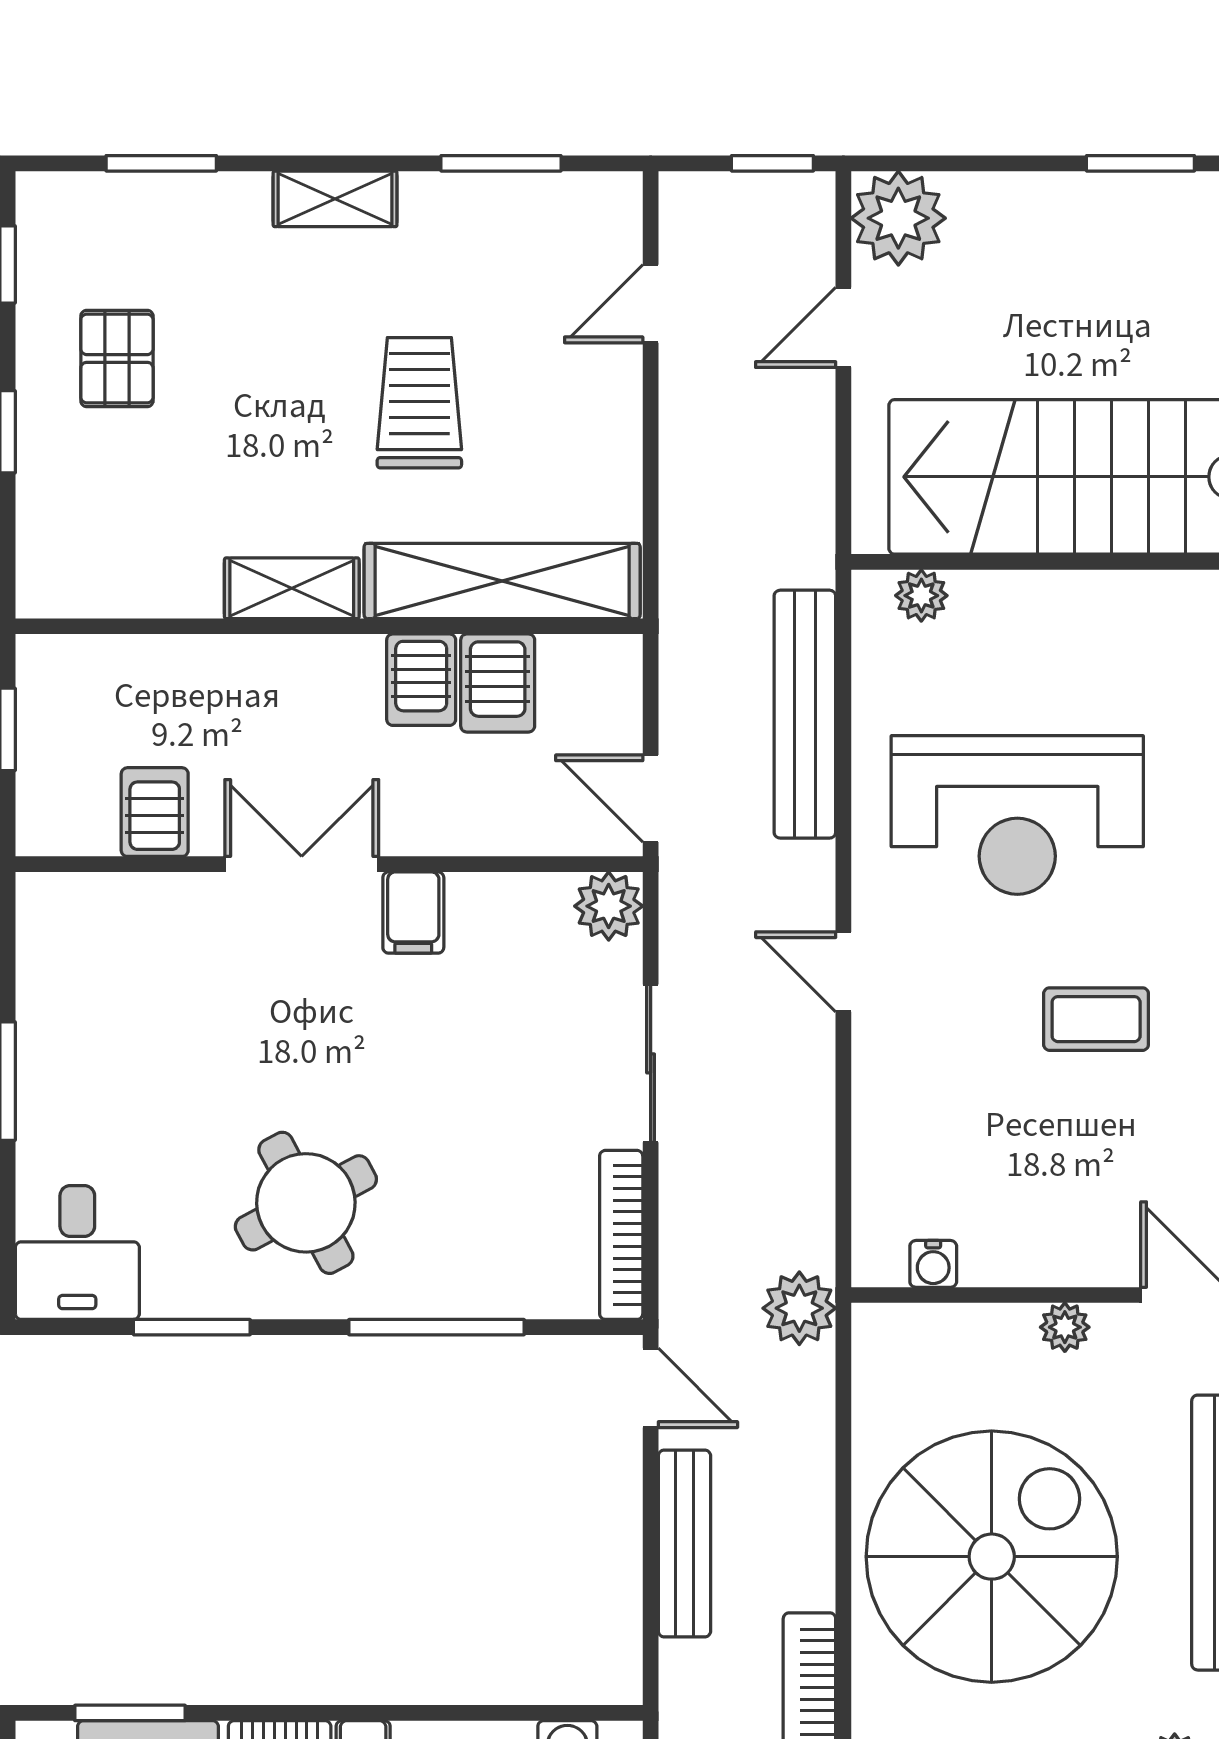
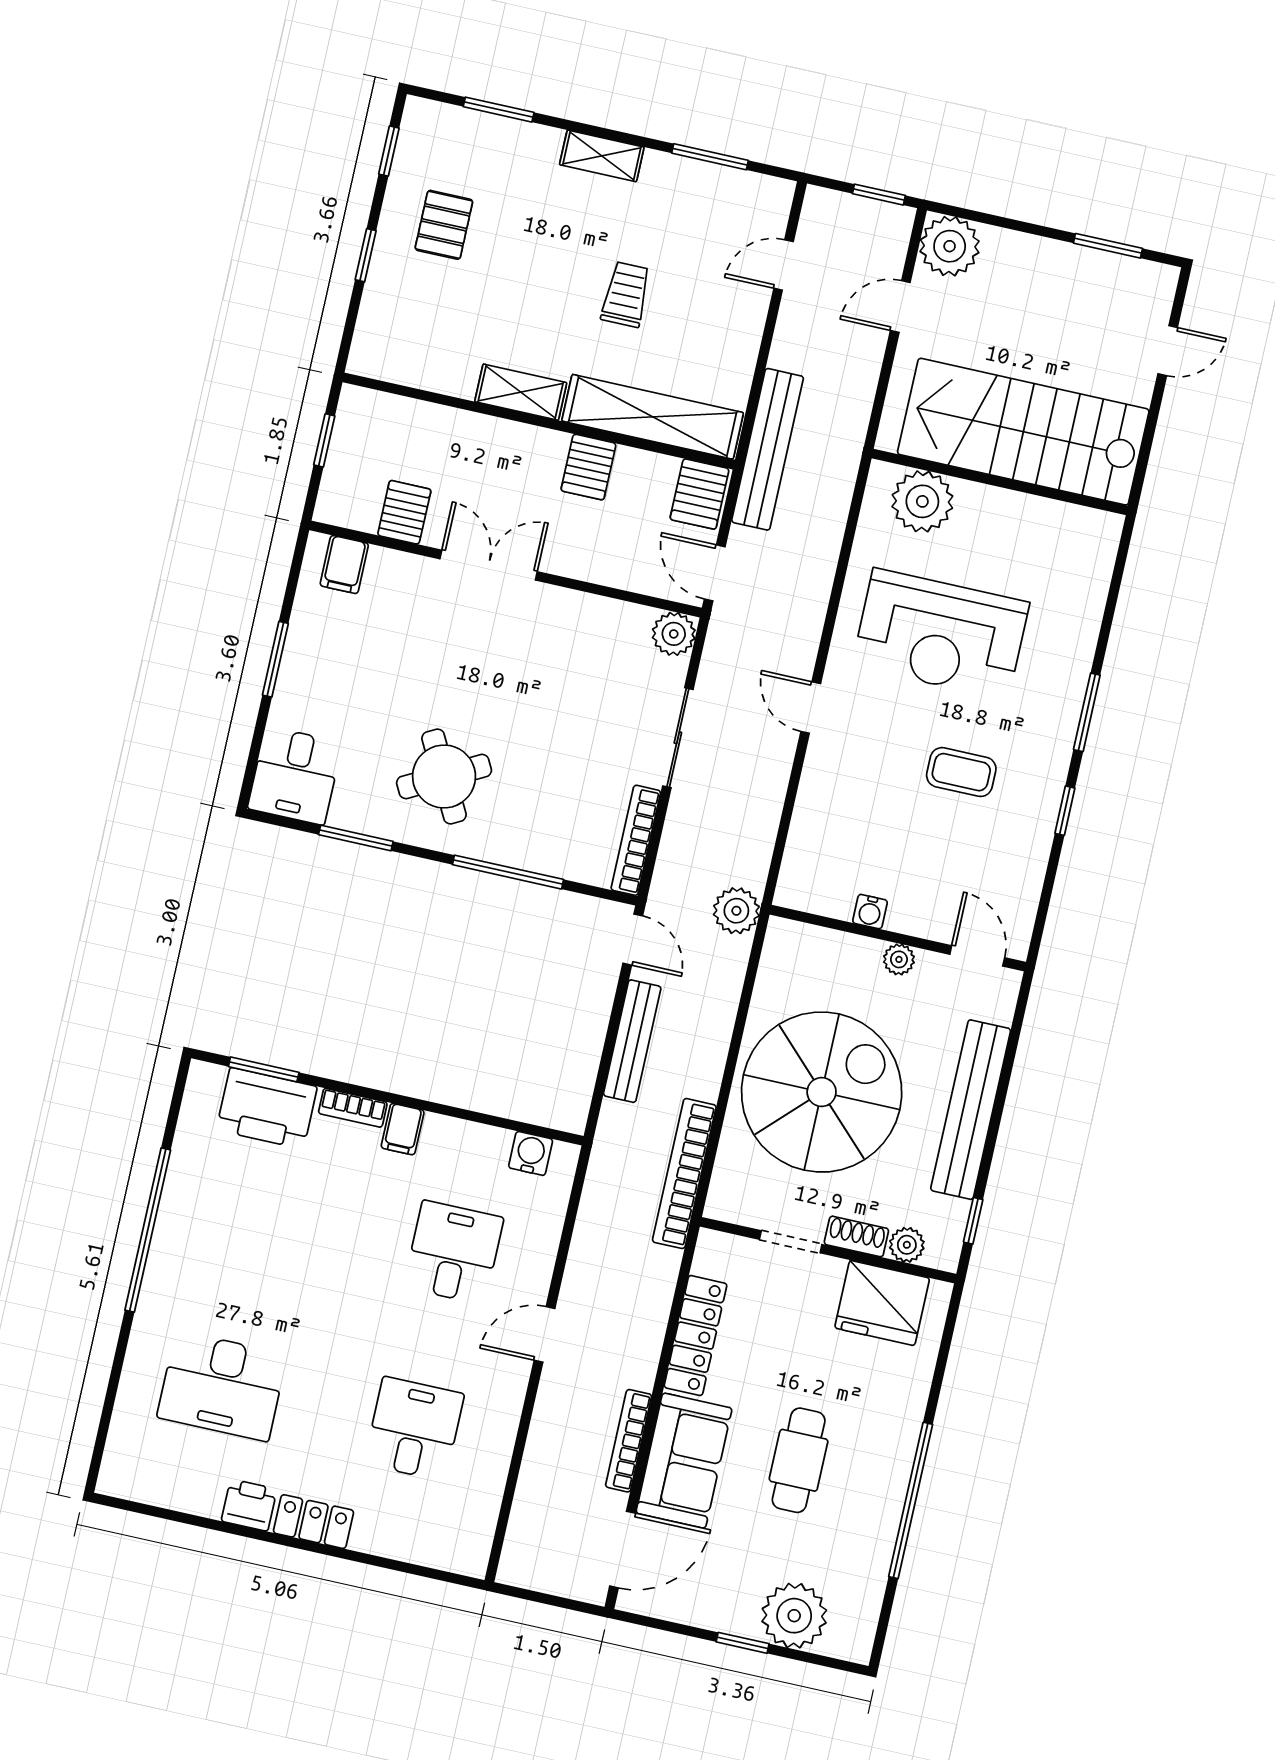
trolley: (419, 403) -> (626, 294), width x0.73, depth x0.72
plant: (921, 596) -> (922, 501), width x1.88, depth x1.88
server rack: (498, 683) -> (700, 494), moved
bench: (805, 714) -> (768, 449), moved
filing cabinet: (413, 913) -> (344, 565), moved
water cooler: (933, 1264) -> (870, 912), moved

